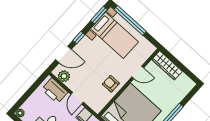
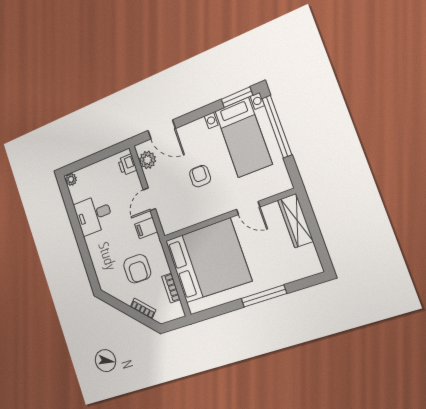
window: (79, 38) -> (193, 116), removed
armchair: (111, 84) -> (200, 176), moved
printer: (55, 91) -> (127, 165), width x0.53, depth x0.68

